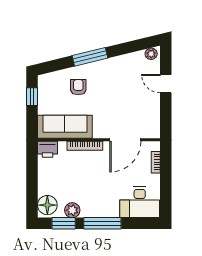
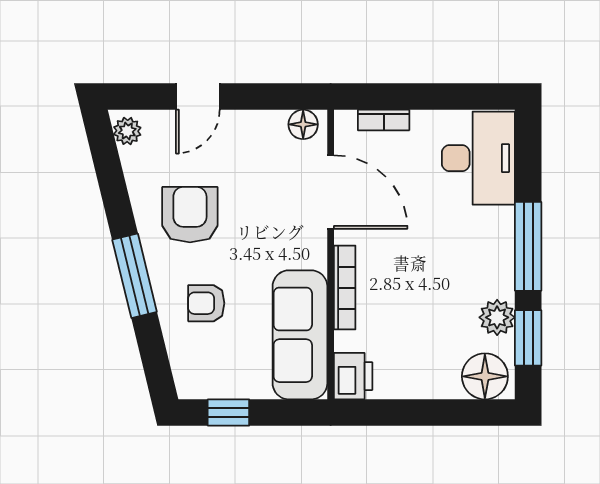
armchair: (116, 80) -> (190, 215), added
floor lamp: (154, 128) -> (303, 124), added

